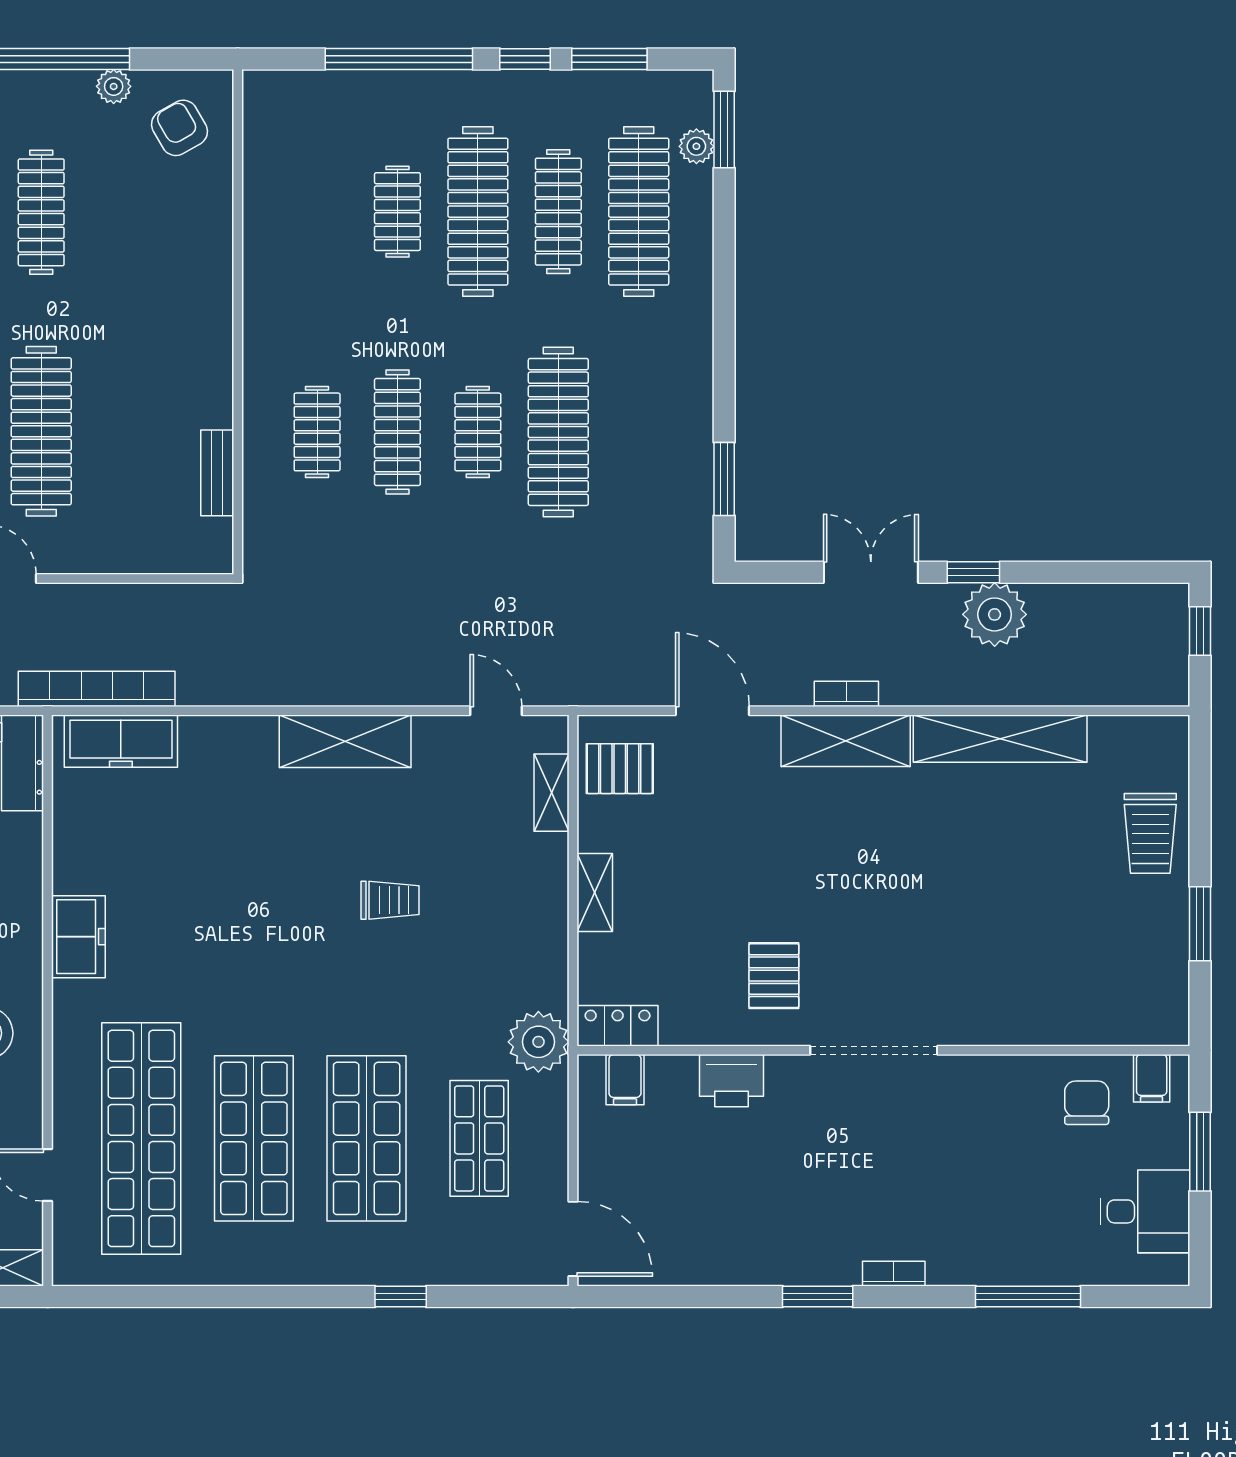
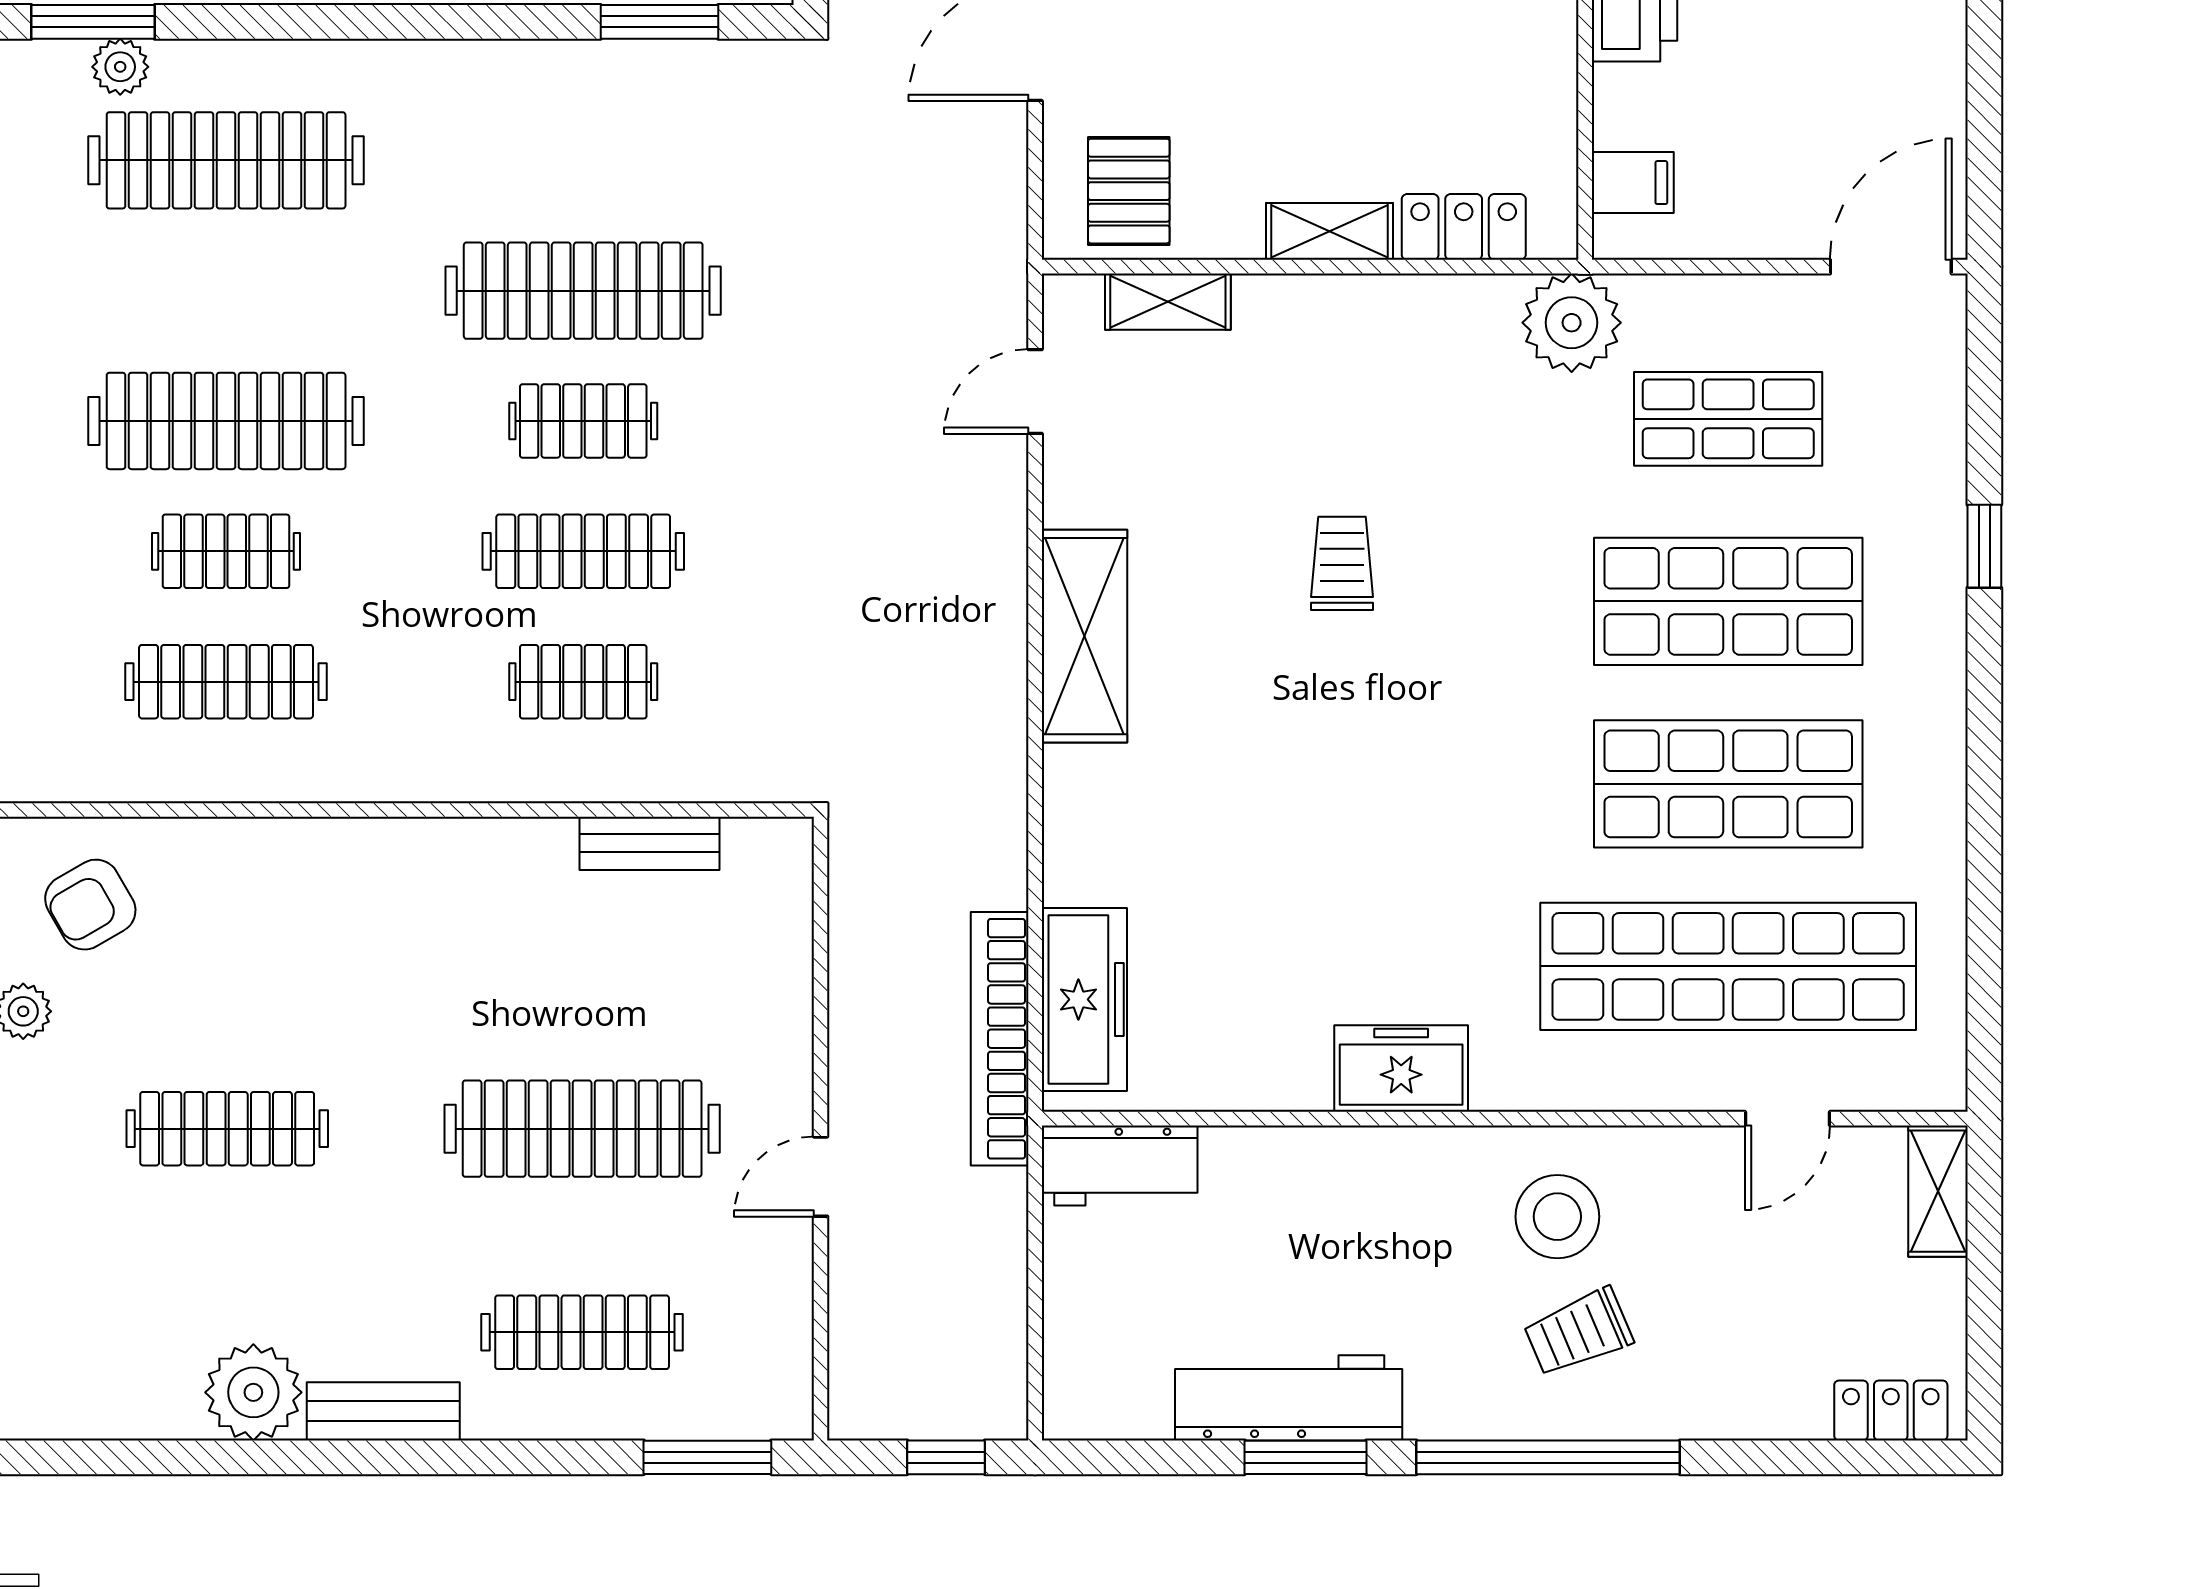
clothes rail: (558, 212) -> (226, 682), moved
locker: (618, 1026) -> (1464, 227), moved, turned 90

